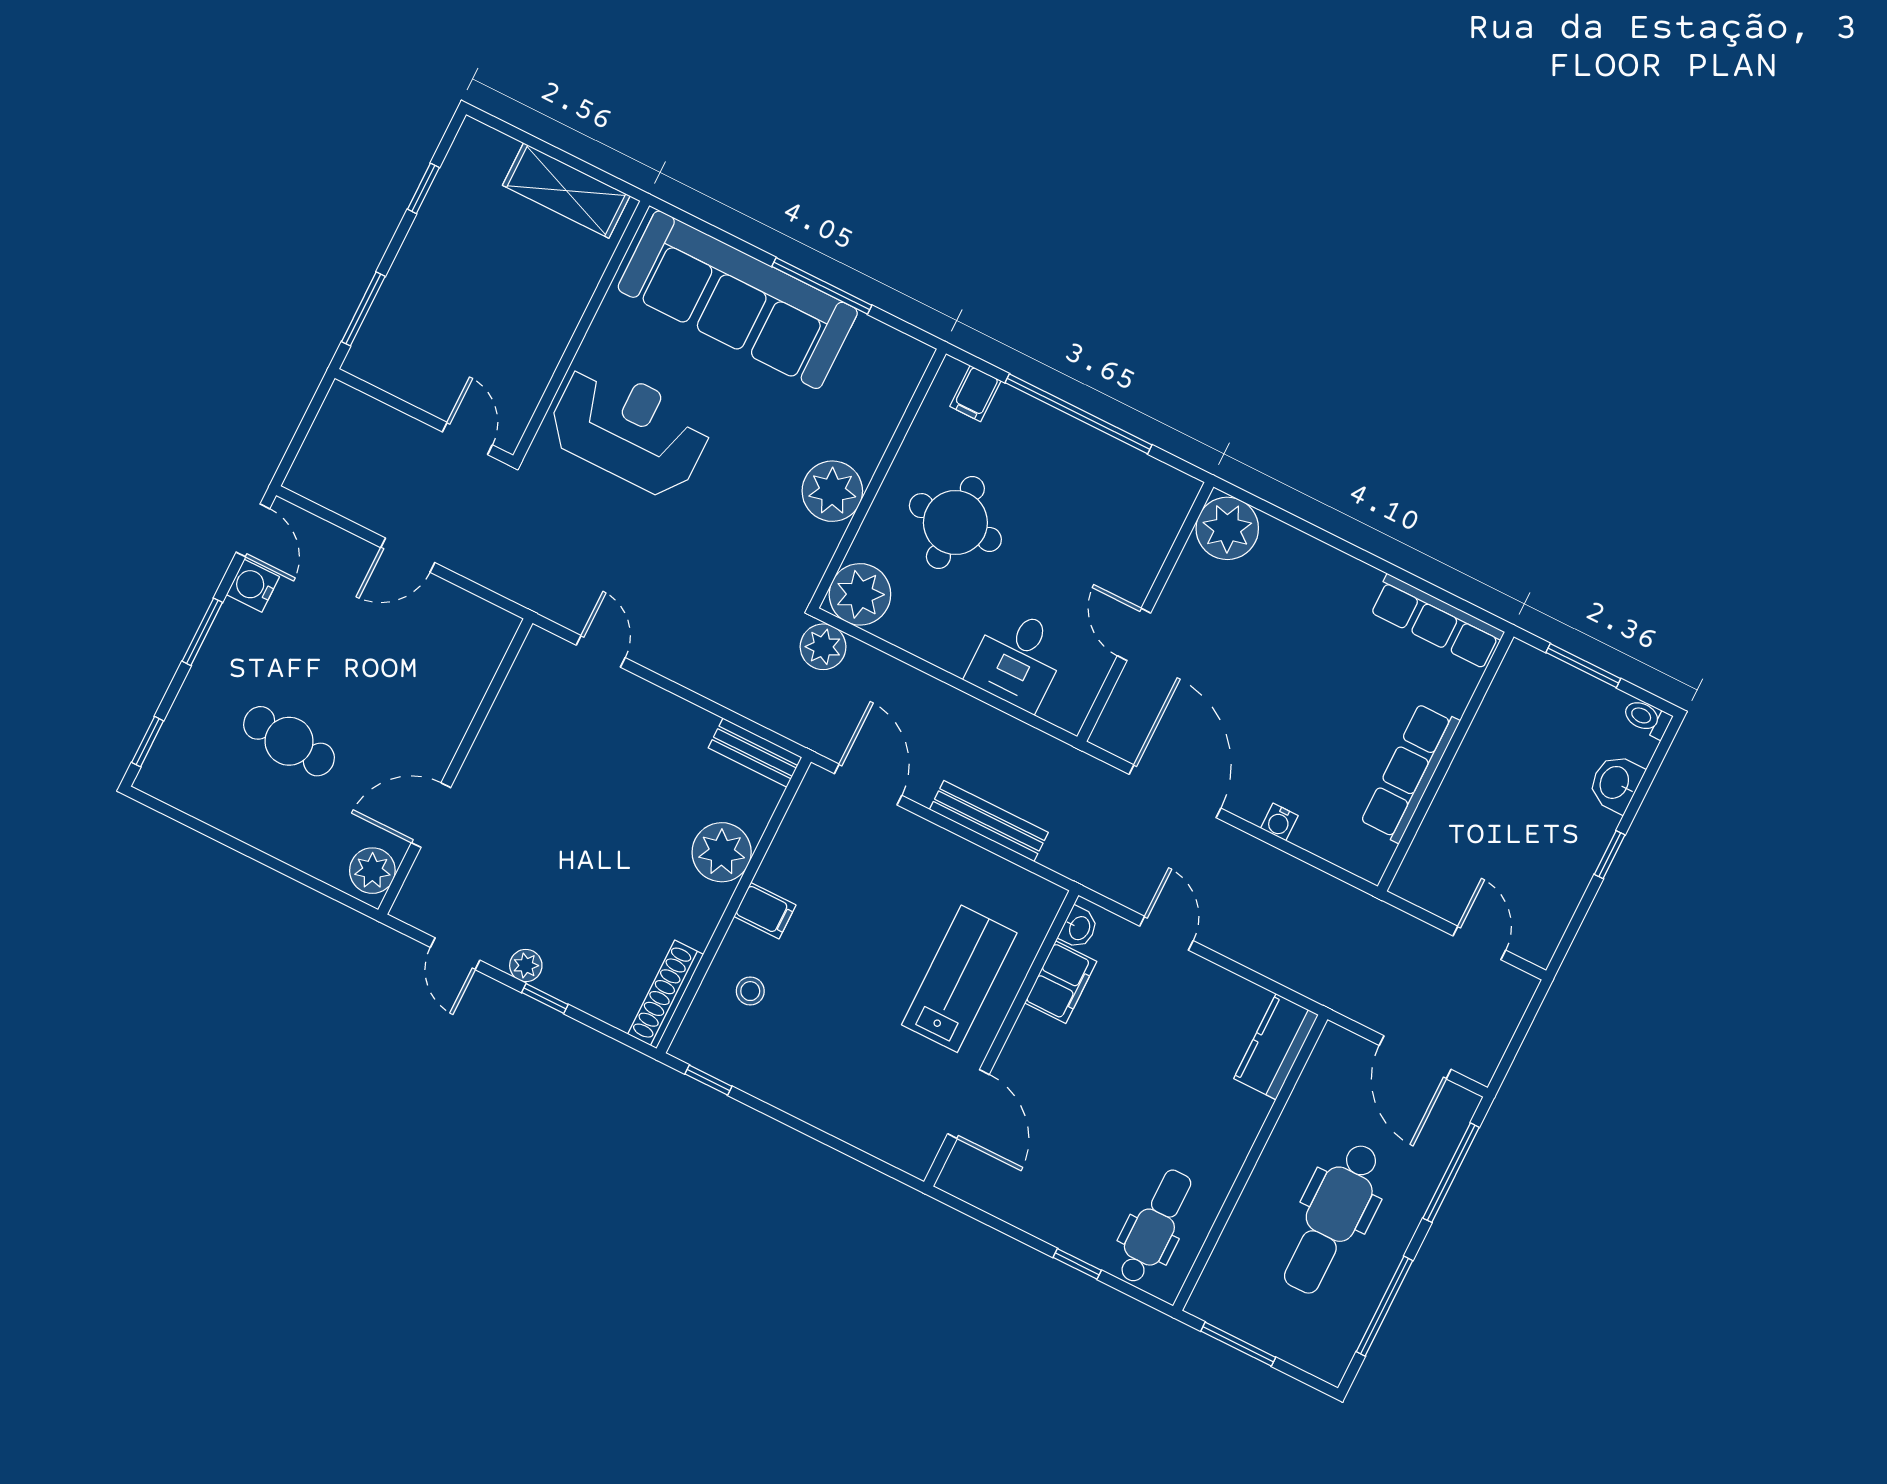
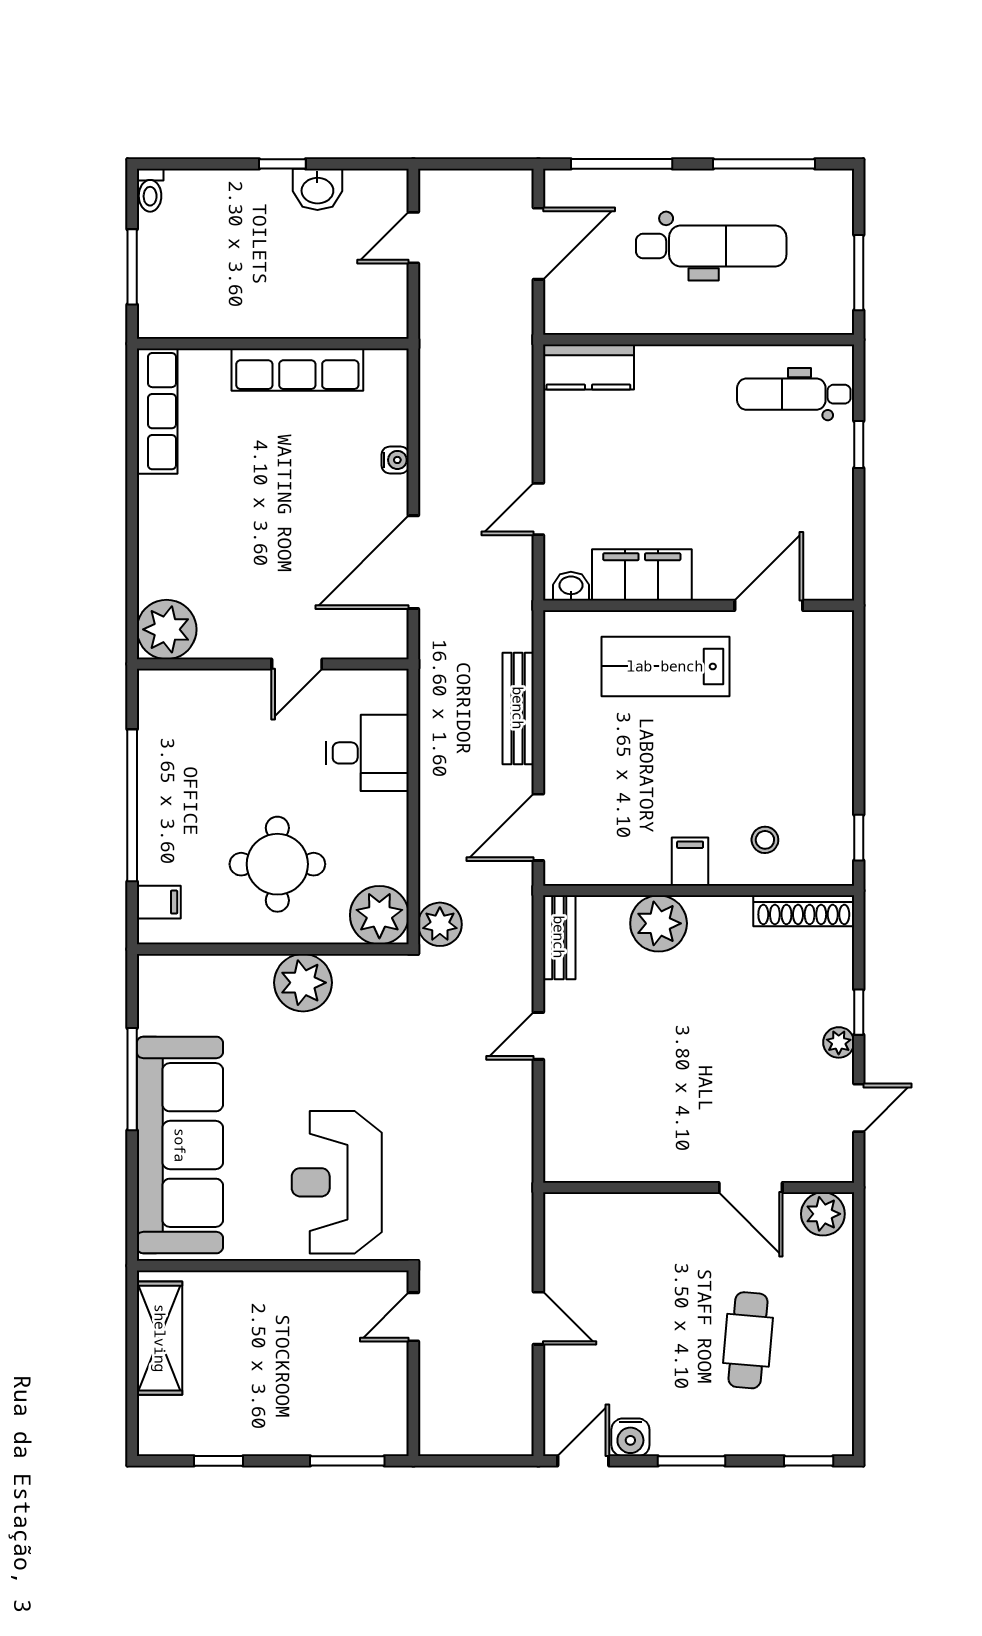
door: (601, 651) -> (538, 1036), moved
washbasin: (1615, 783) -> (317, 189), moved
filing cabinet: (1061, 982) -> (642, 575), width x1.50, depth x1.17

